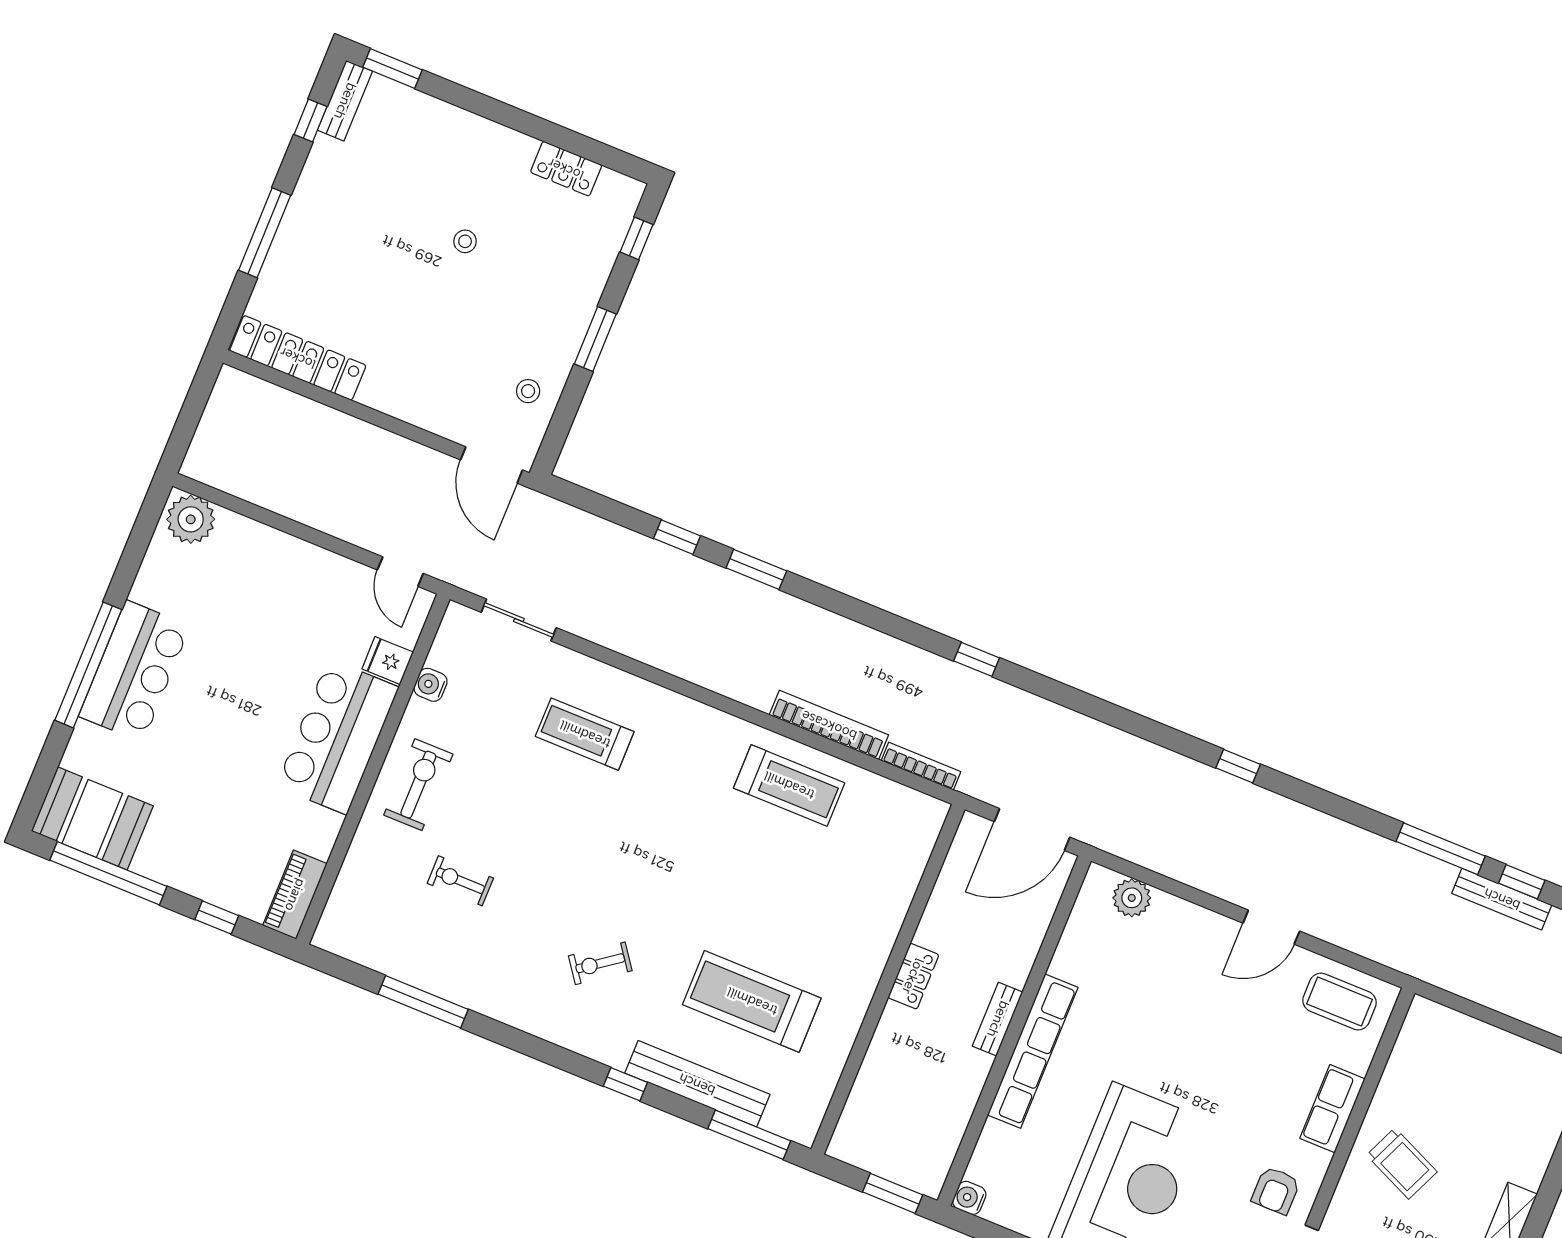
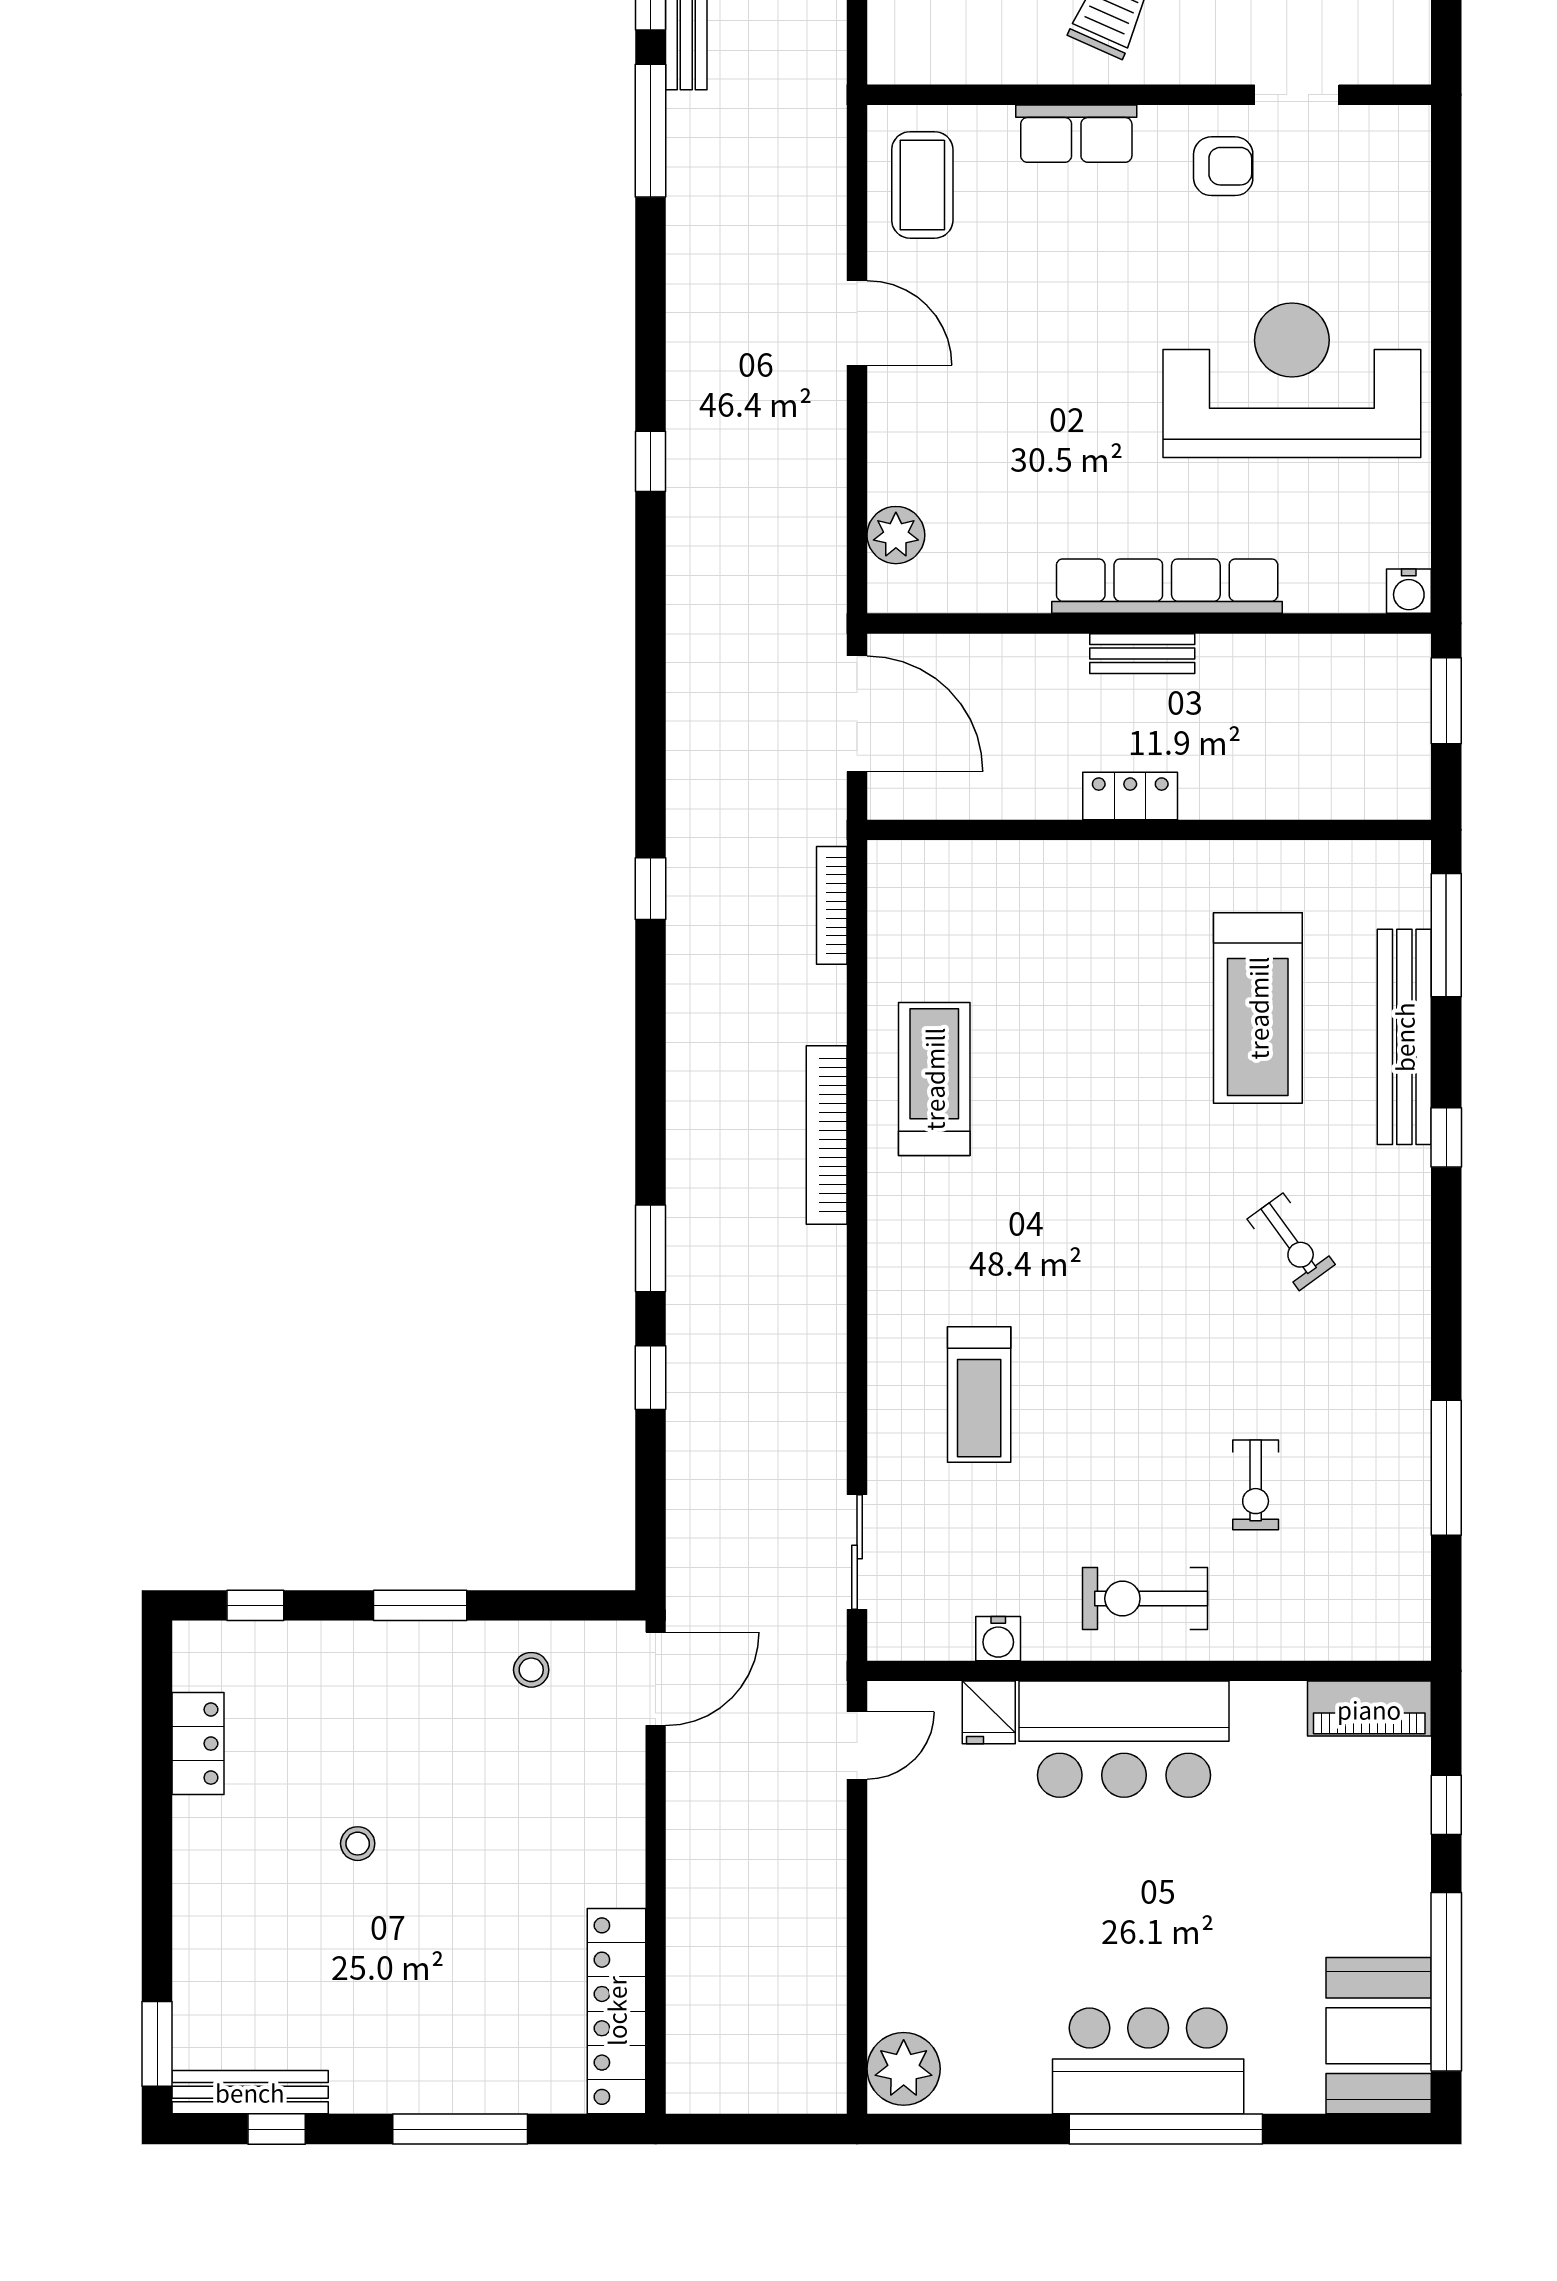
bench: (345, 101) -> (250, 2092), width x1.36
bookcase: (829, 725) -> (827, 1135), moved

